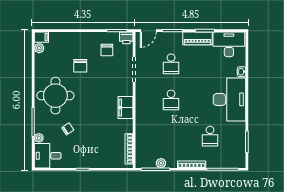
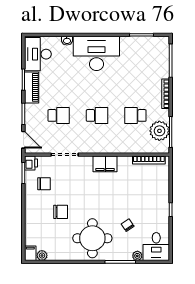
school desk: (210, 136) -> (135, 115), moved, turned 180
plant: (161, 163) -> (159, 131), width x1.87, depth x1.87

